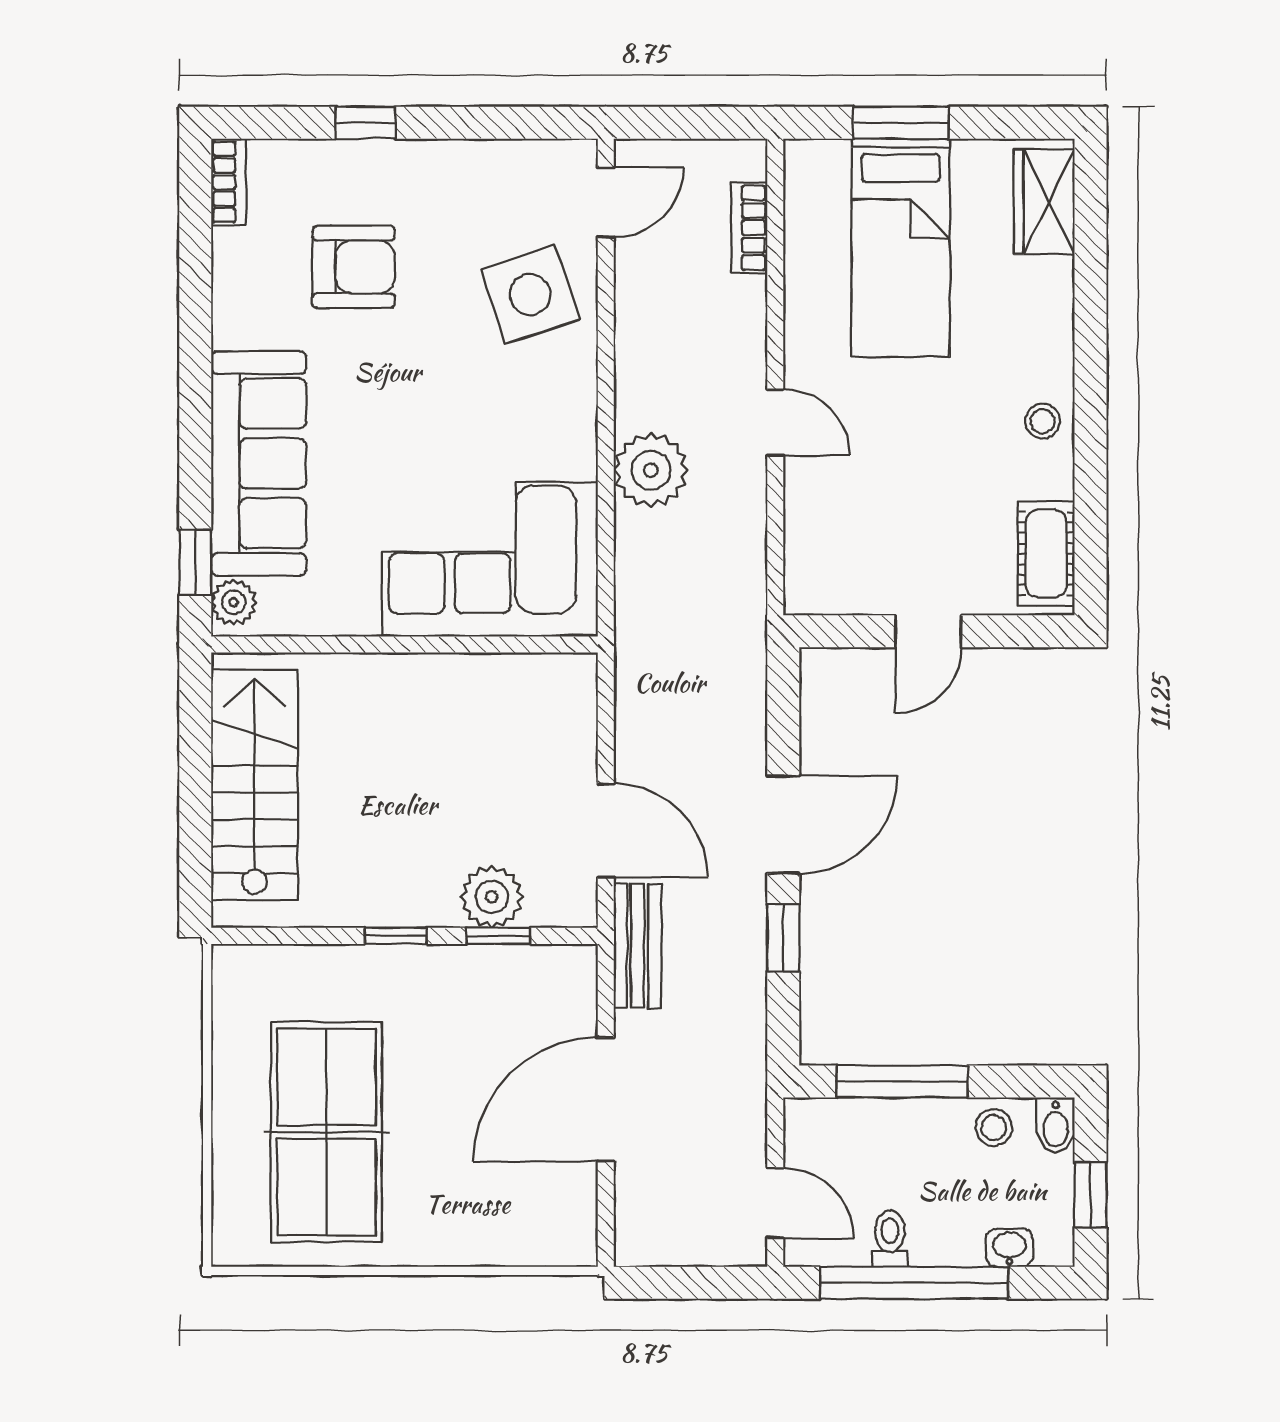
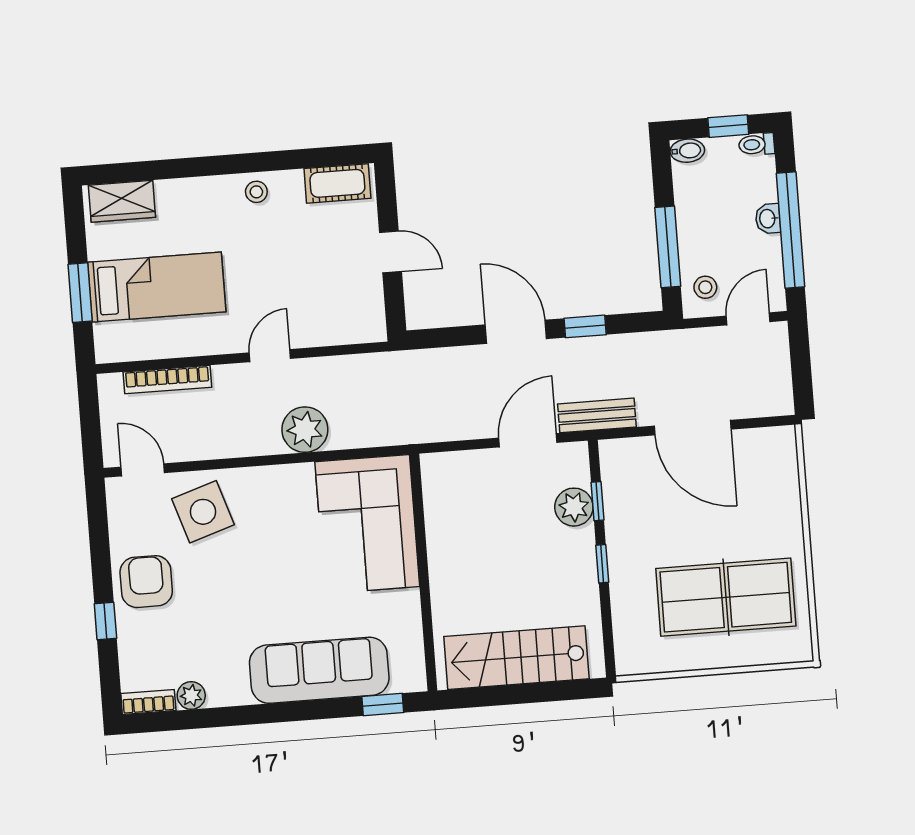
bookcase: (749, 228) -> (167, 380), width x1.56
armchair: (354, 267) -> (146, 582), moved
plant: (234, 602) -> (191, 695), moved
stool: (994, 1127) -> (705, 287), moved
toilet: (890, 1239) -> (757, 144), moved
washbasin: (1009, 1248) -> (768, 219), moved

